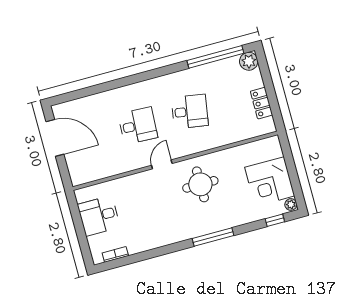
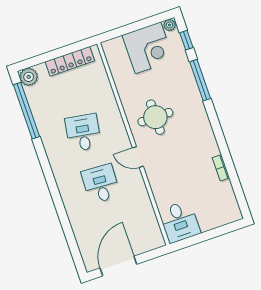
locker: (262, 103) -> (70, 61), width x1.53
desk: (99, 216) -> (180, 222), moved
window: (213, 237) -> (200, 80), moved
bookcase: (115, 254) -> (221, 168), moved

